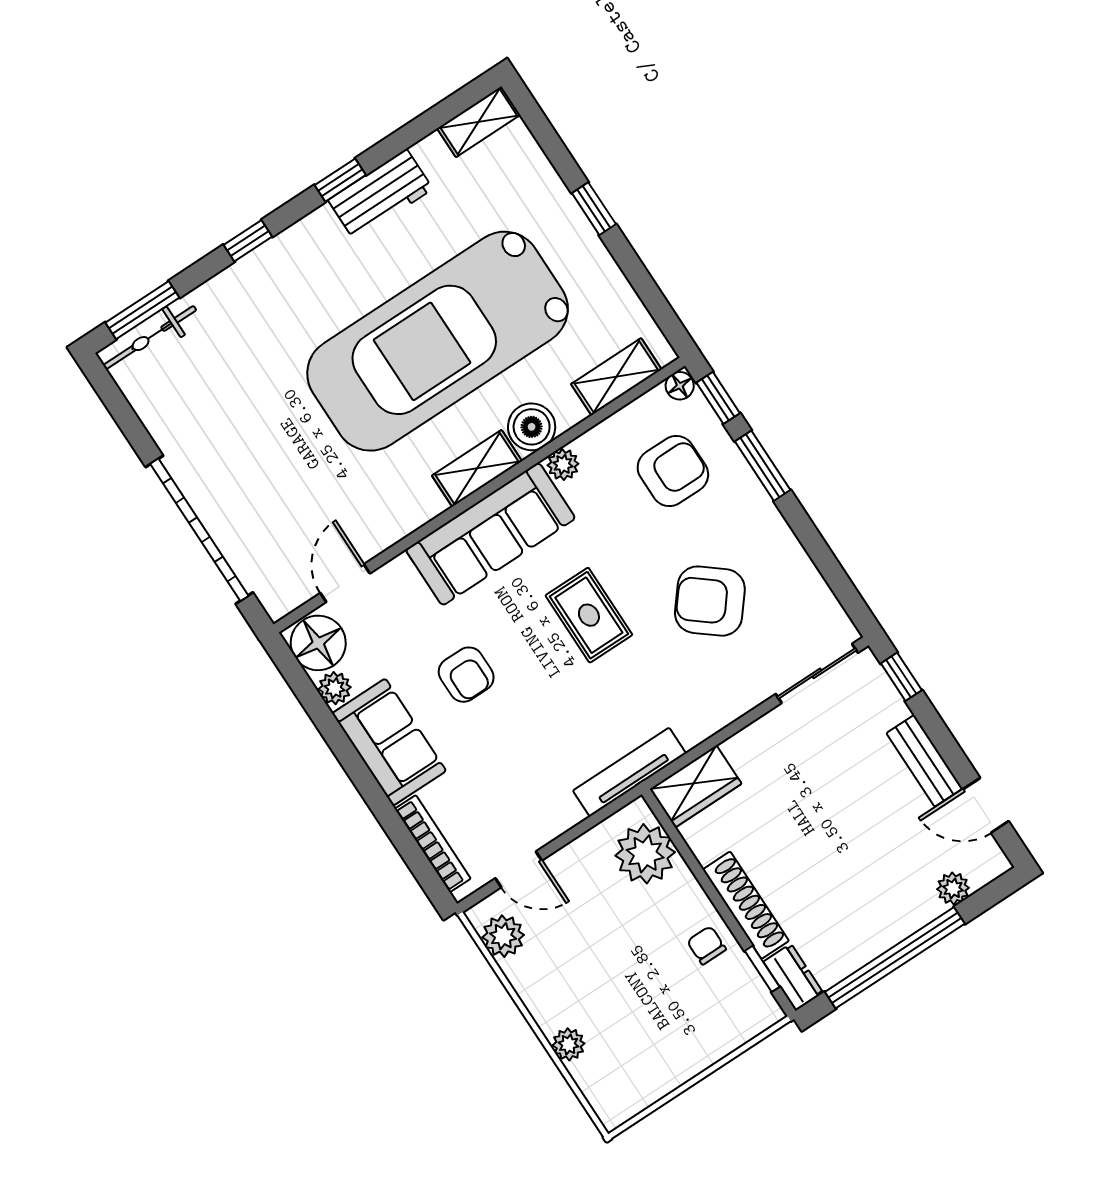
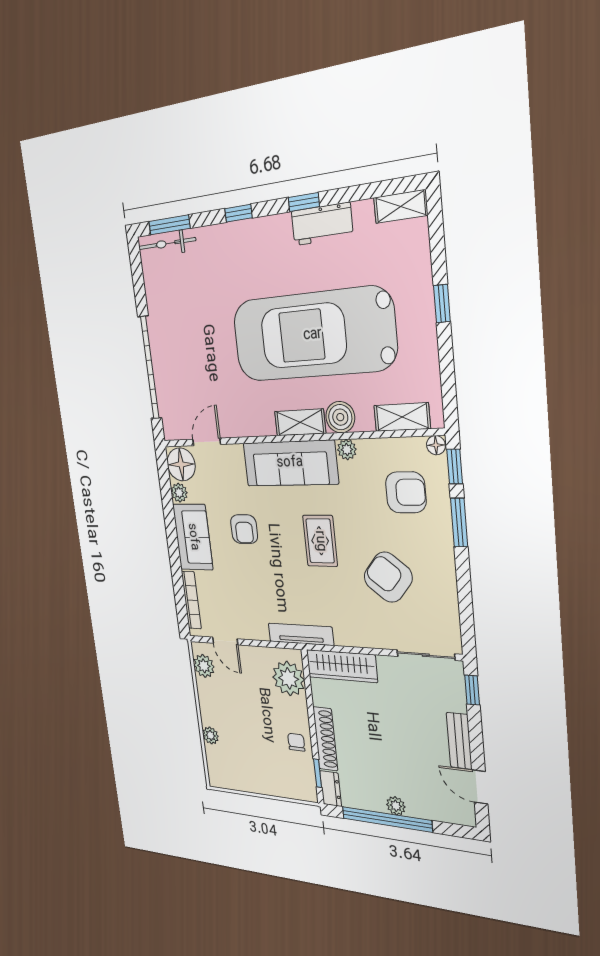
wardrobe: (696, 786) -> (342, 666), width x1.50
plant: (953, 888) -> (396, 806), moved

